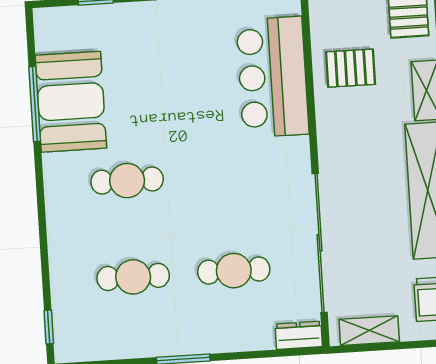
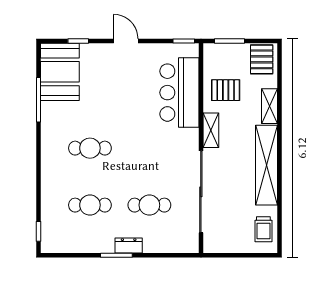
booth: (71, 102) -> (60, 72), moved
shelving: (369, 331) -> (211, 130), moved, turned 90
dresser: (299, 335) -> (129, 246), moved

